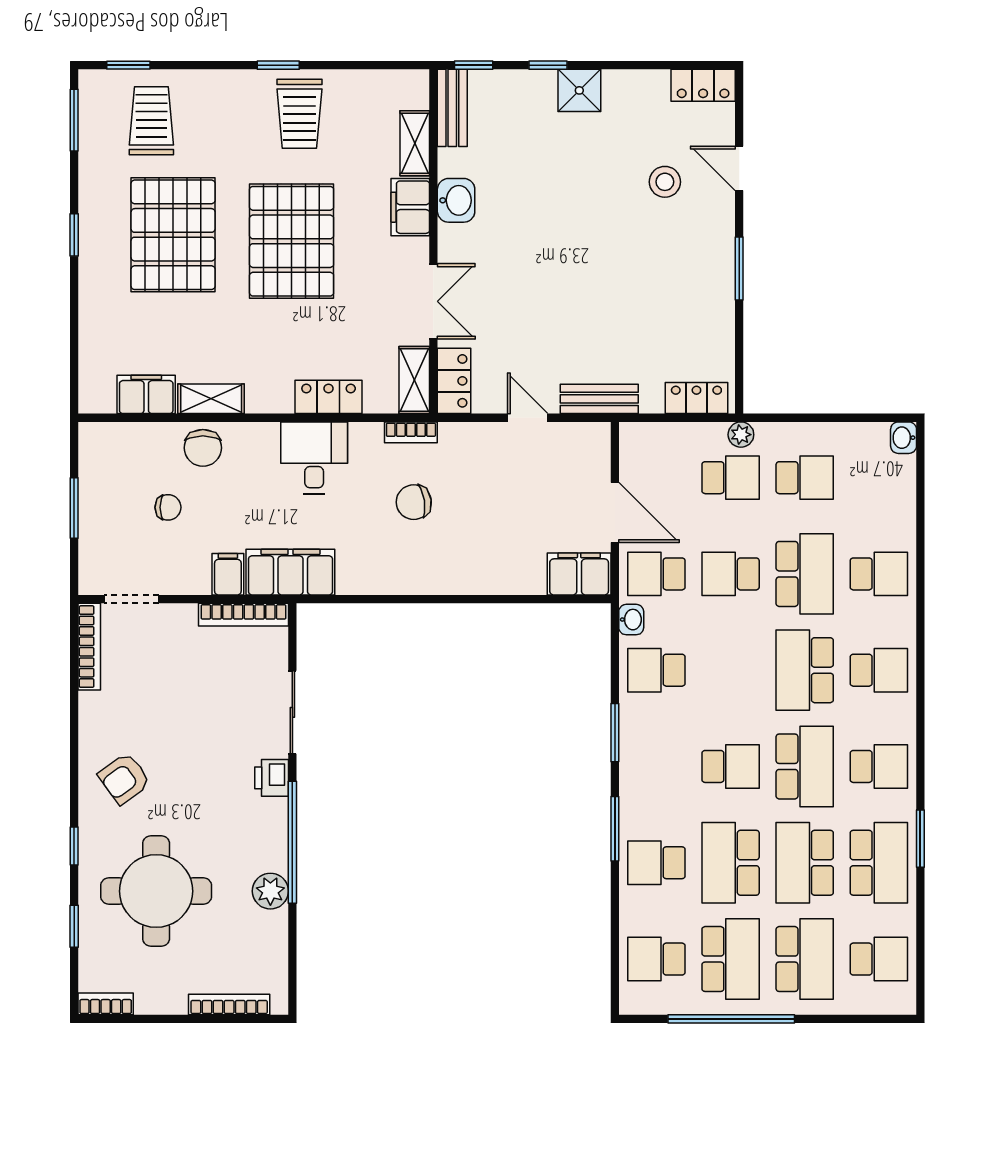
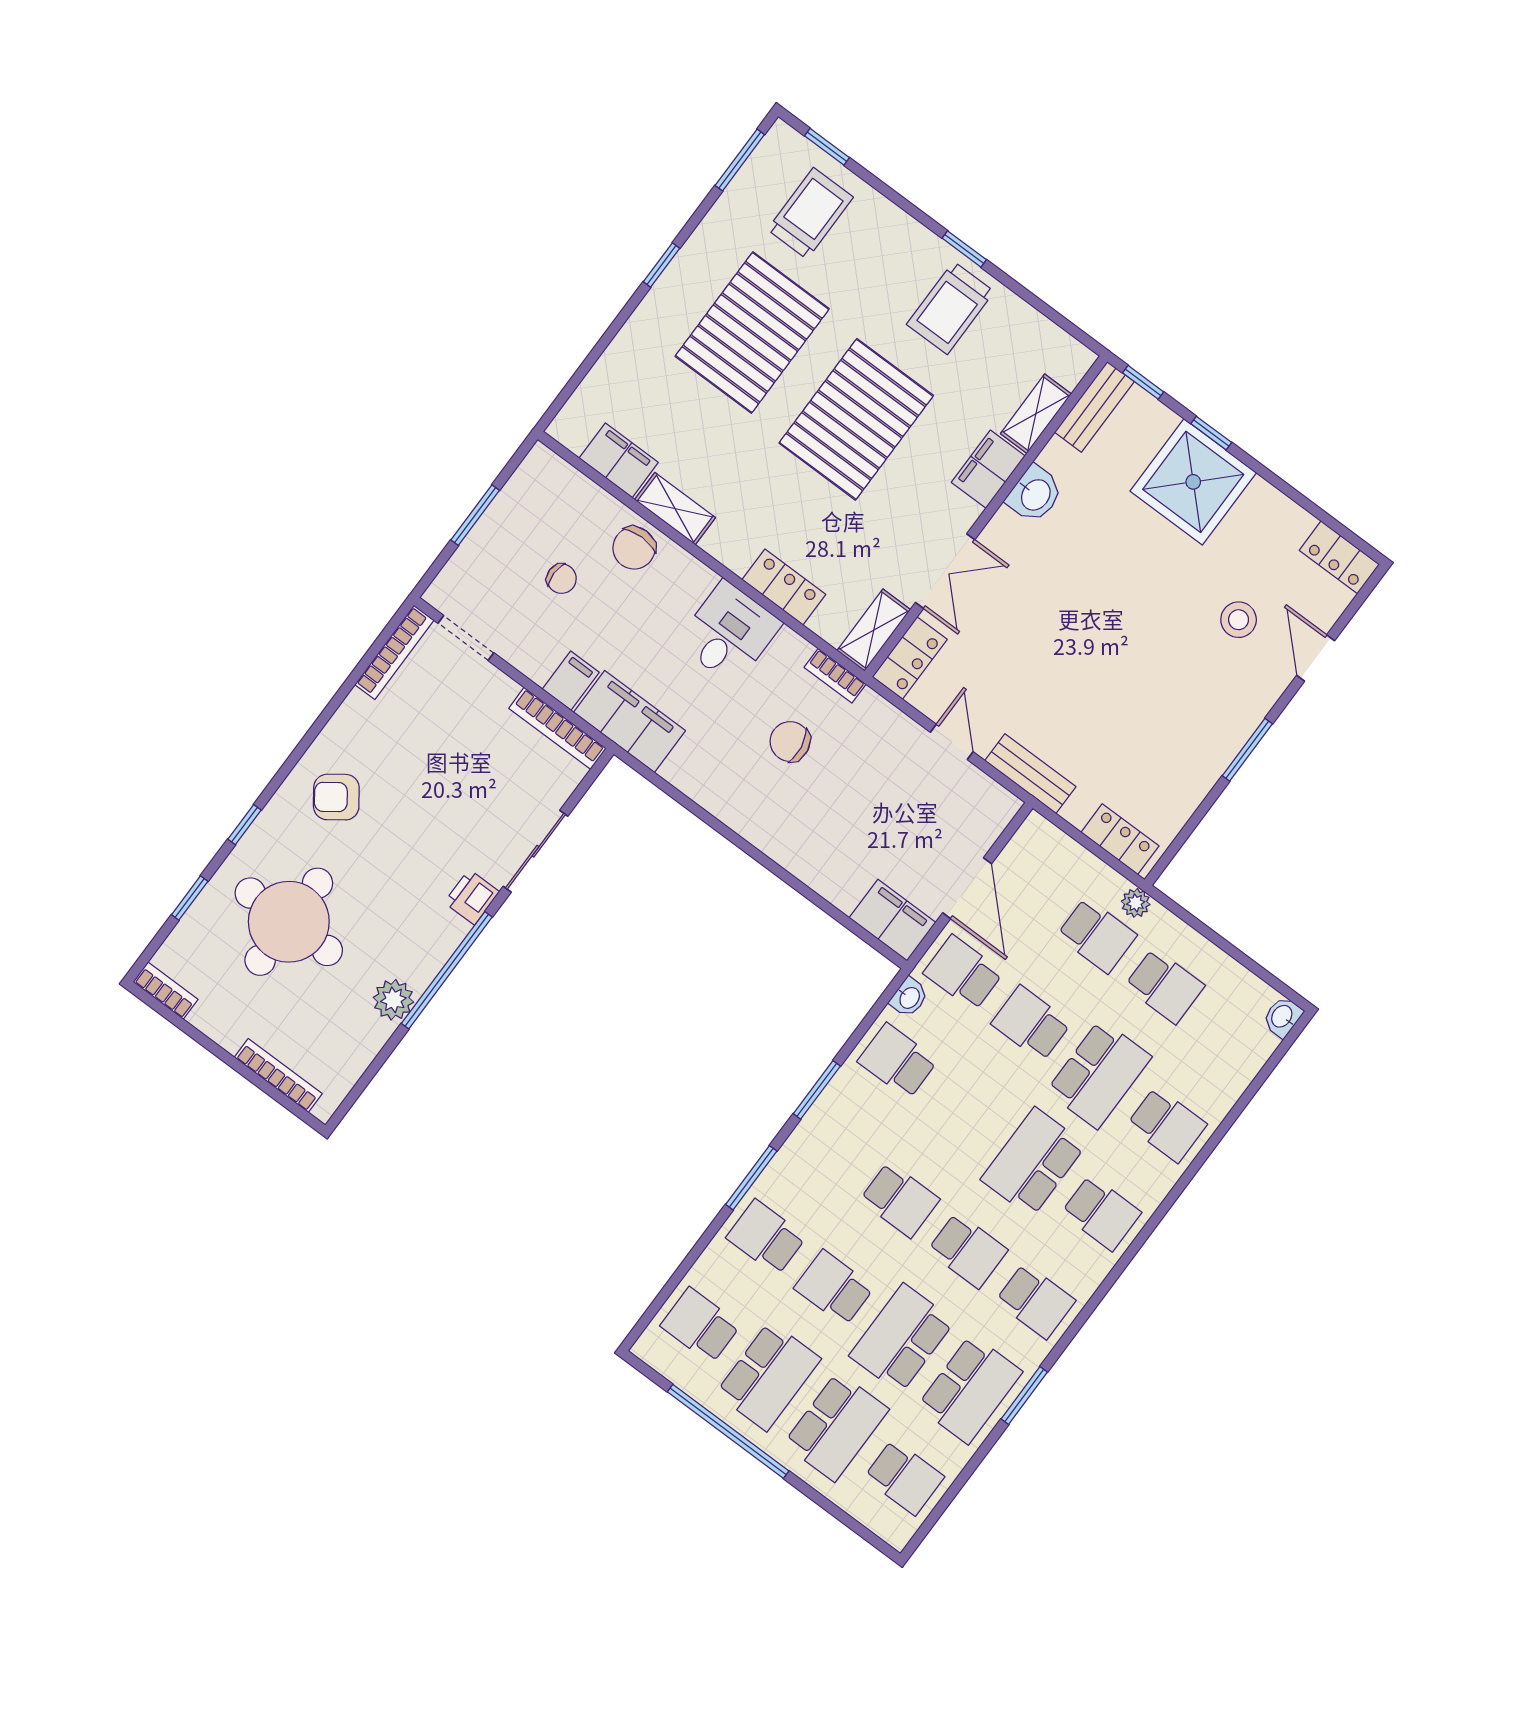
shower: (579, 90) -> (1193, 482), width x1.86, depth x1.86
school desk: (805, 766) -> (968, 1250), width x0.54
school desk: (731, 863) -> (834, 1288), width x0.54

